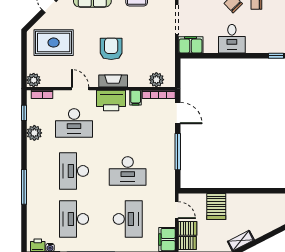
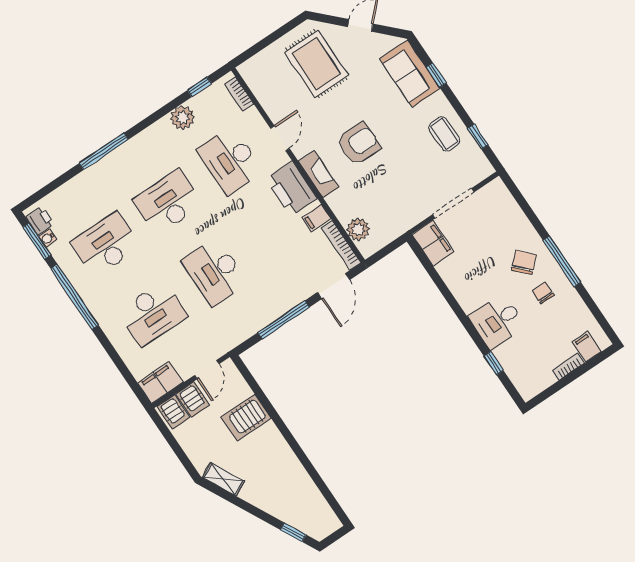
desk: (232, 39) -> (497, 321), moved
plant: (34, 80) -> (250, 71), removed

